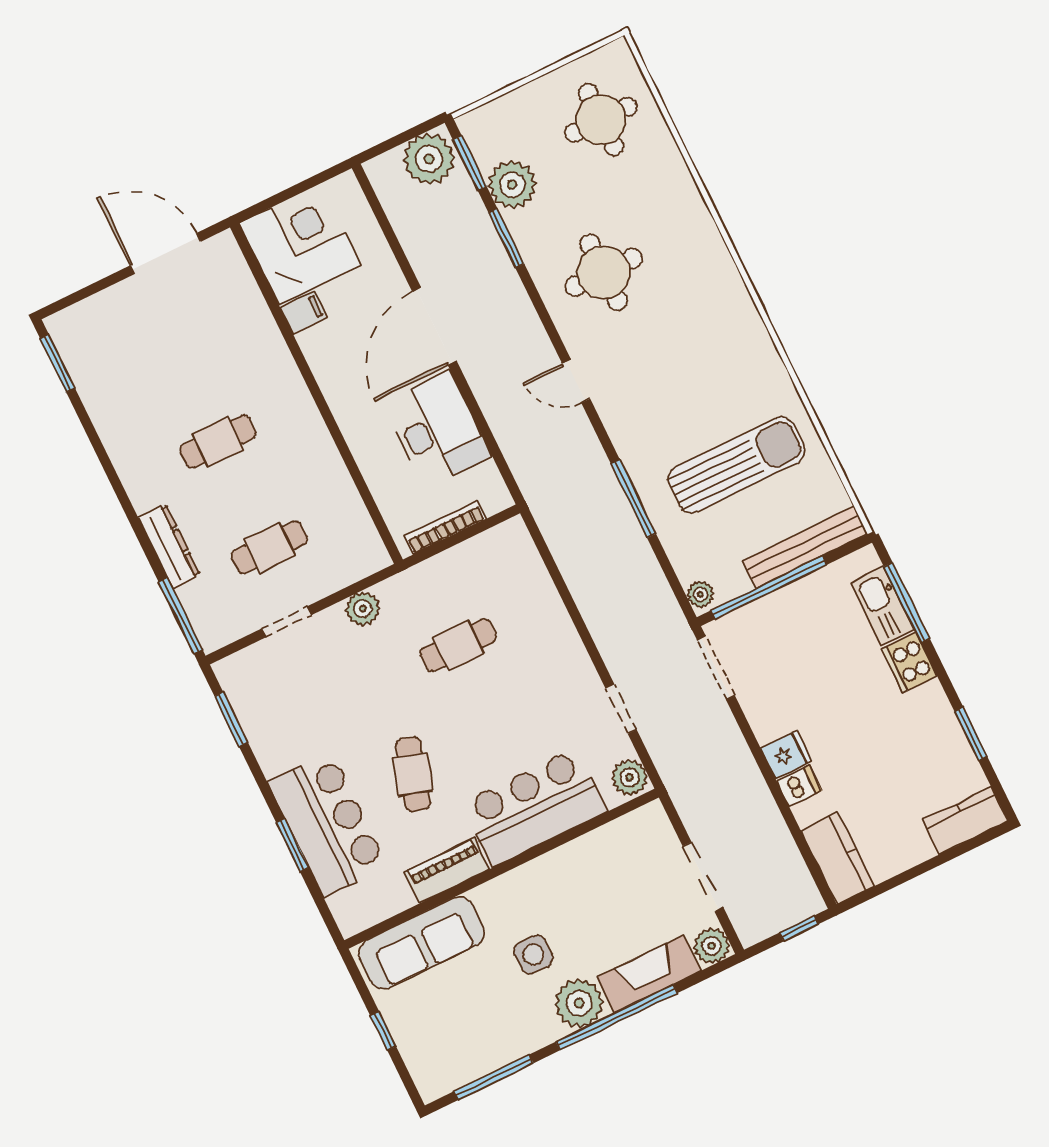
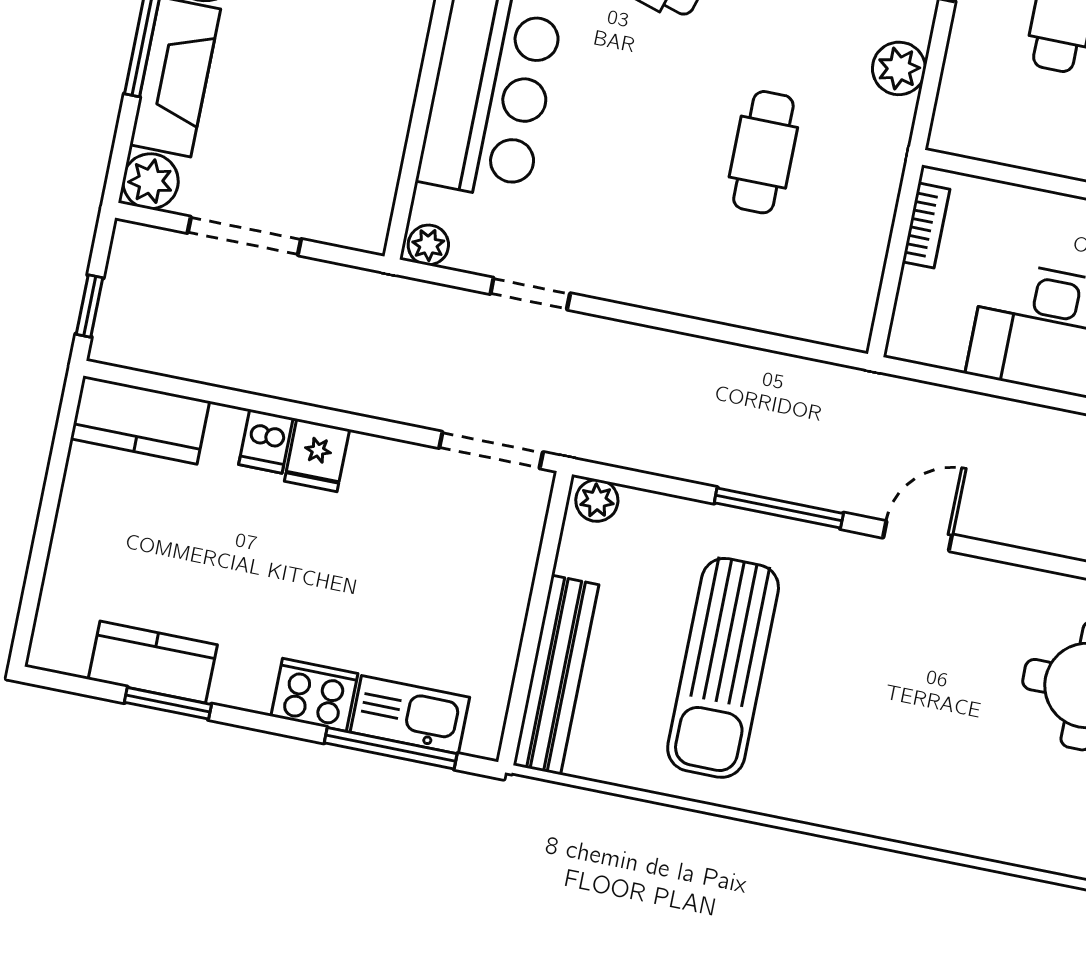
door: (576, 381) -> (918, 536), moved
bookcase: (445, 527) -> (926, 225), width x0.64
window: (769, 588) -> (540, 592), removed
plant: (629, 777) -> (428, 245), width x0.73, depth x0.73
kitchen counter: (965, 821) -> (153, 662), moved, turned -90

